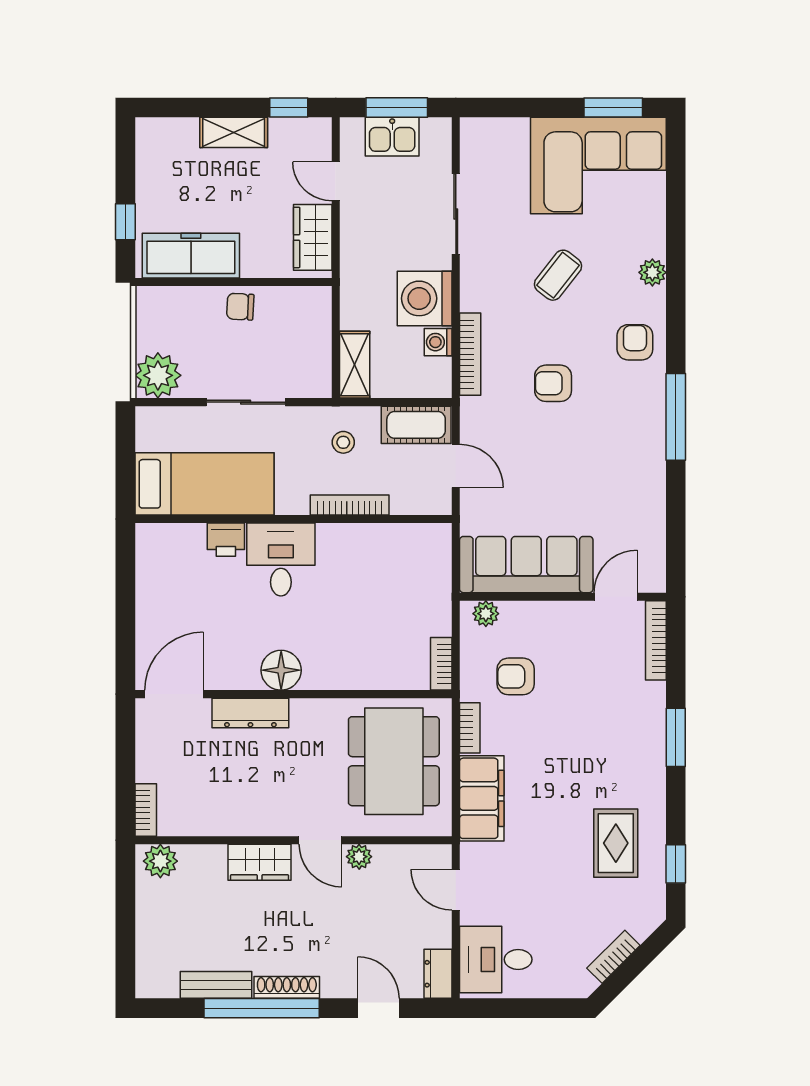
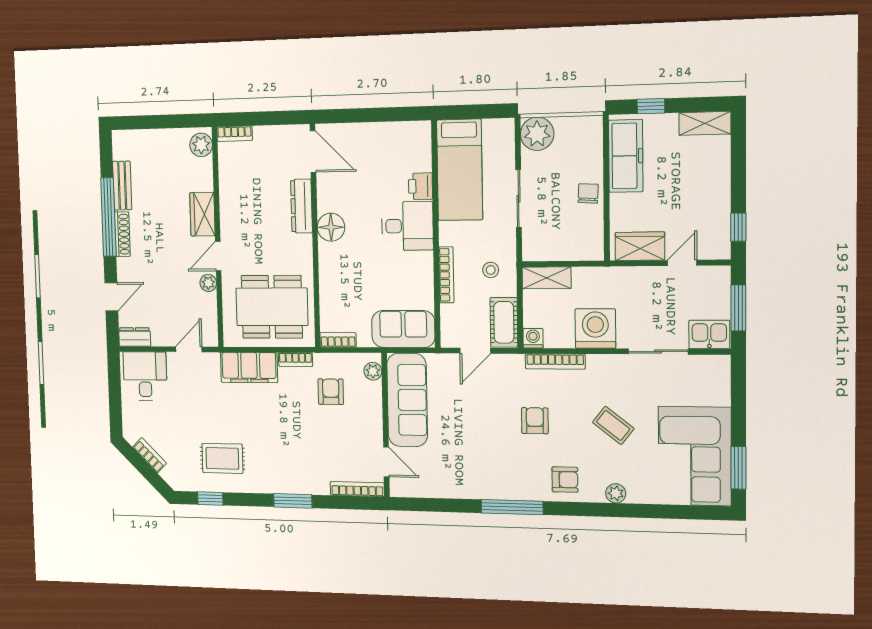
shelving: (234, 132) -> (705, 123), moved, turned 90
kitchen sink: (392, 137) -> (709, 334), moved, turned 90
washing machine: (438, 342) -> (533, 338), moved
sofa: (426, 568) -> (403, 329), added

